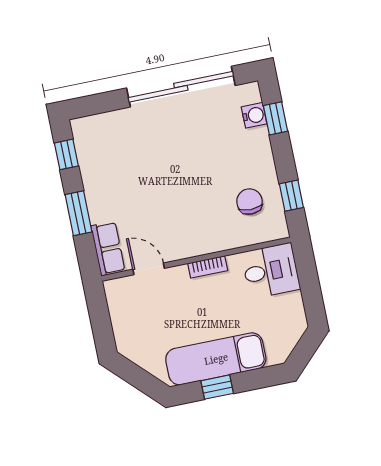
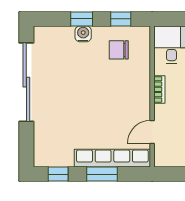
water cooler: (254, 115) -> (83, 34), moved
window: (275, 118) -> (82, 19), moved
row of seats: (108, 249) -> (112, 158), width x2.02

